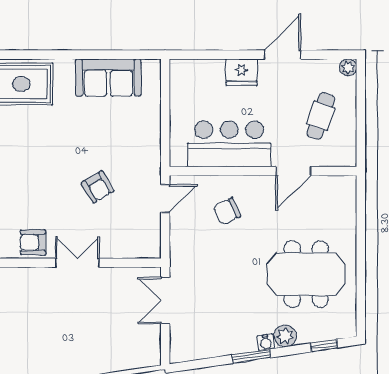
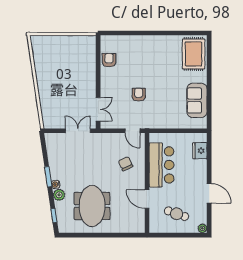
fridge: (241, 72) -> (200, 151), moved
armchair: (98, 187) -> (139, 95), turned 121
double door: (77, 263) -> (98, 109), moved

